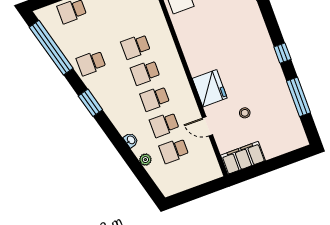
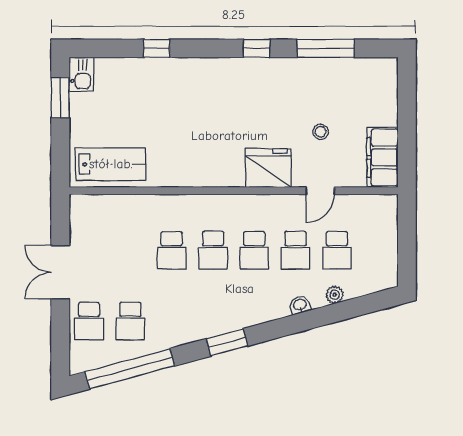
school desk: (91, 63) -> (130, 321), moved

